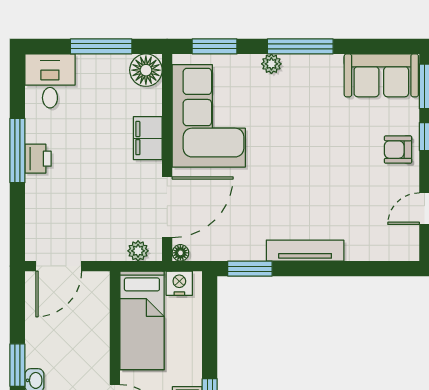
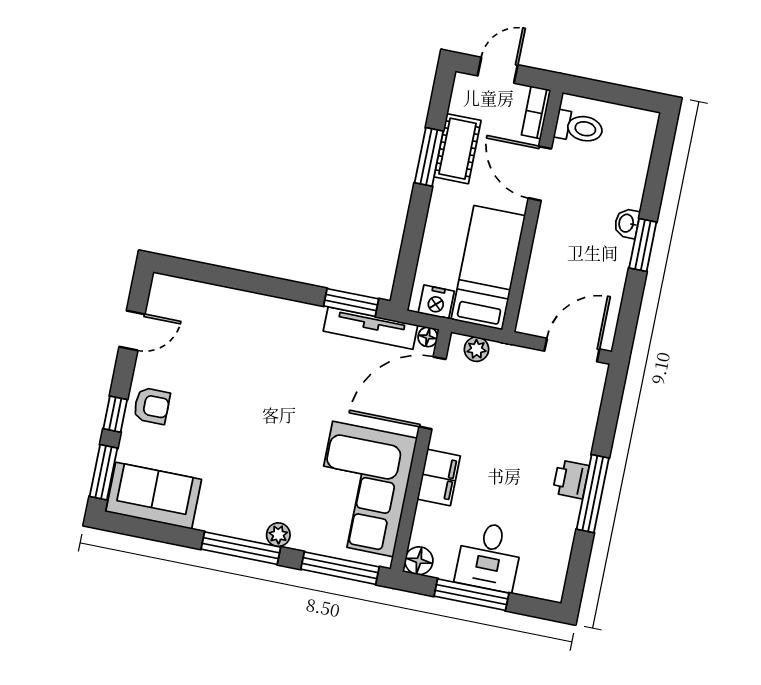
window: (215, 46) -> (340, 568), width x1.44
floor lamp: (146, 70) -> (419, 561), width x0.73, depth x0.73
desk: (50, 81) -> (489, 557), moved
tv unit: (305, 251) -> (371, 328), moved

